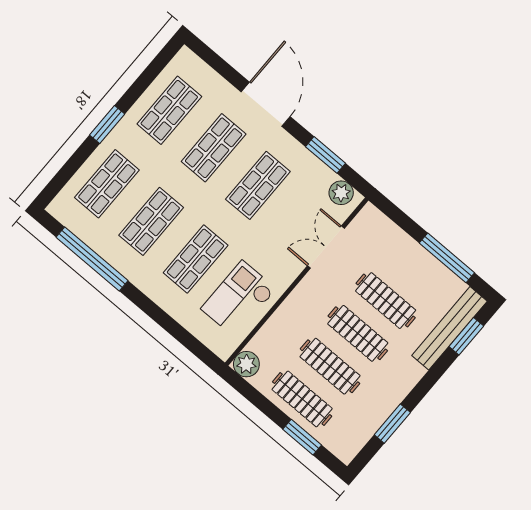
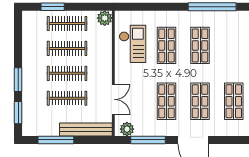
window: (325, 155) -> (148, 140), width x1.44
shop shelf: (107, 184) -> (234, 45), removed
bench: (449, 328) -> (86, 129), moved, turned 90
window: (392, 424) -> (18, 80), moved

